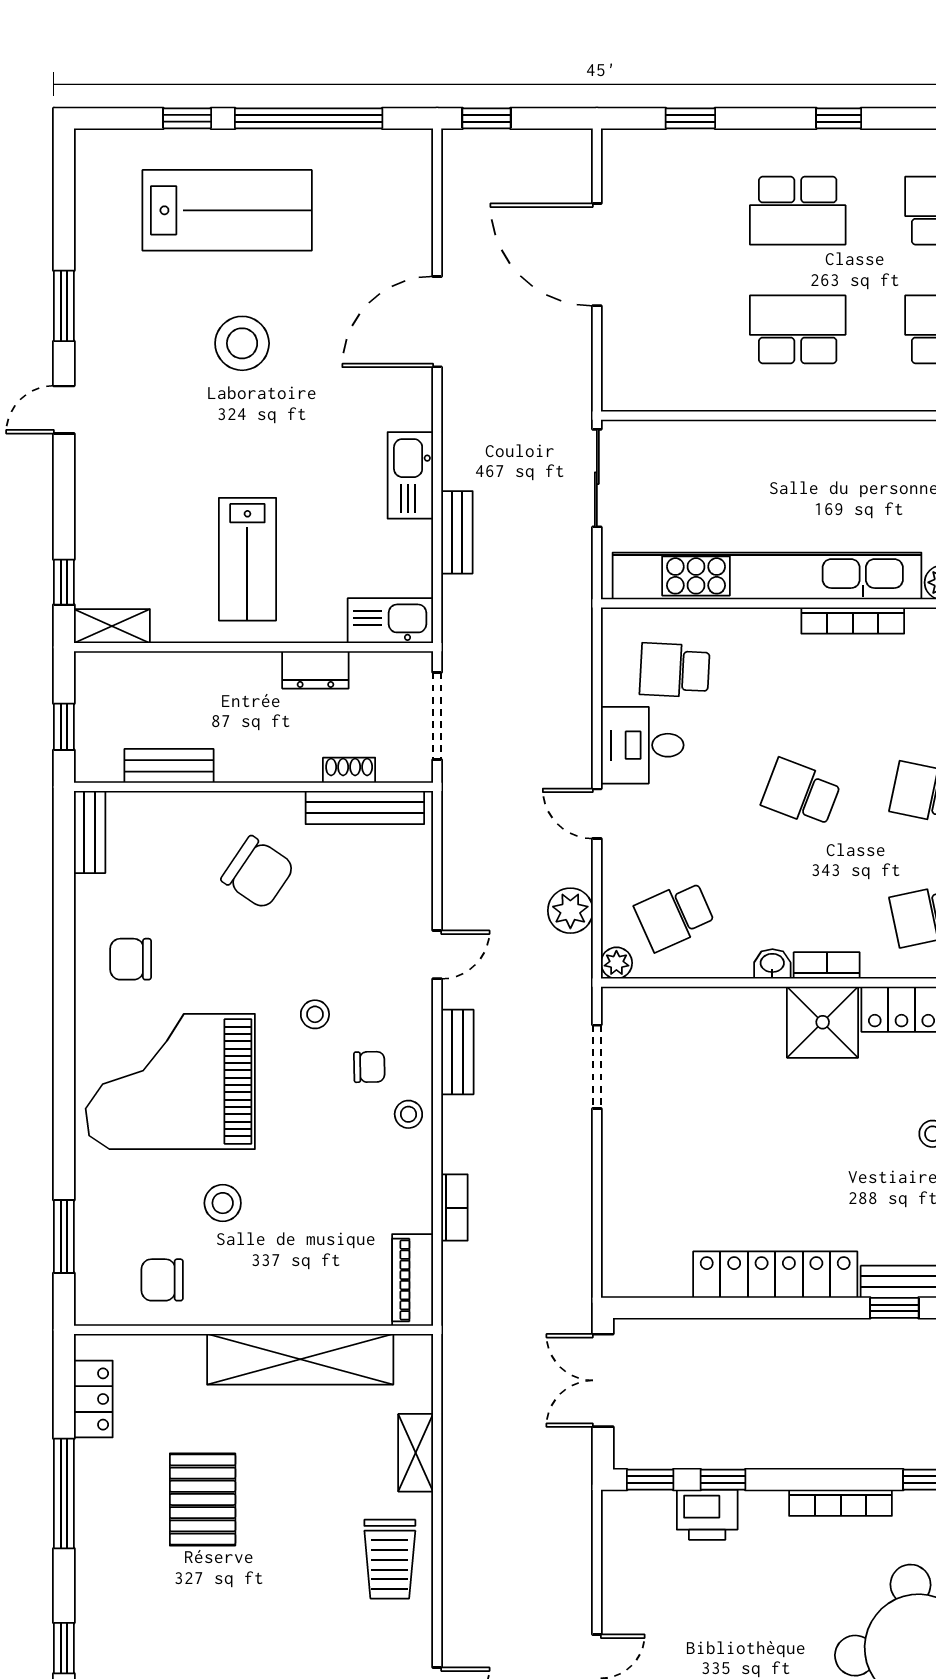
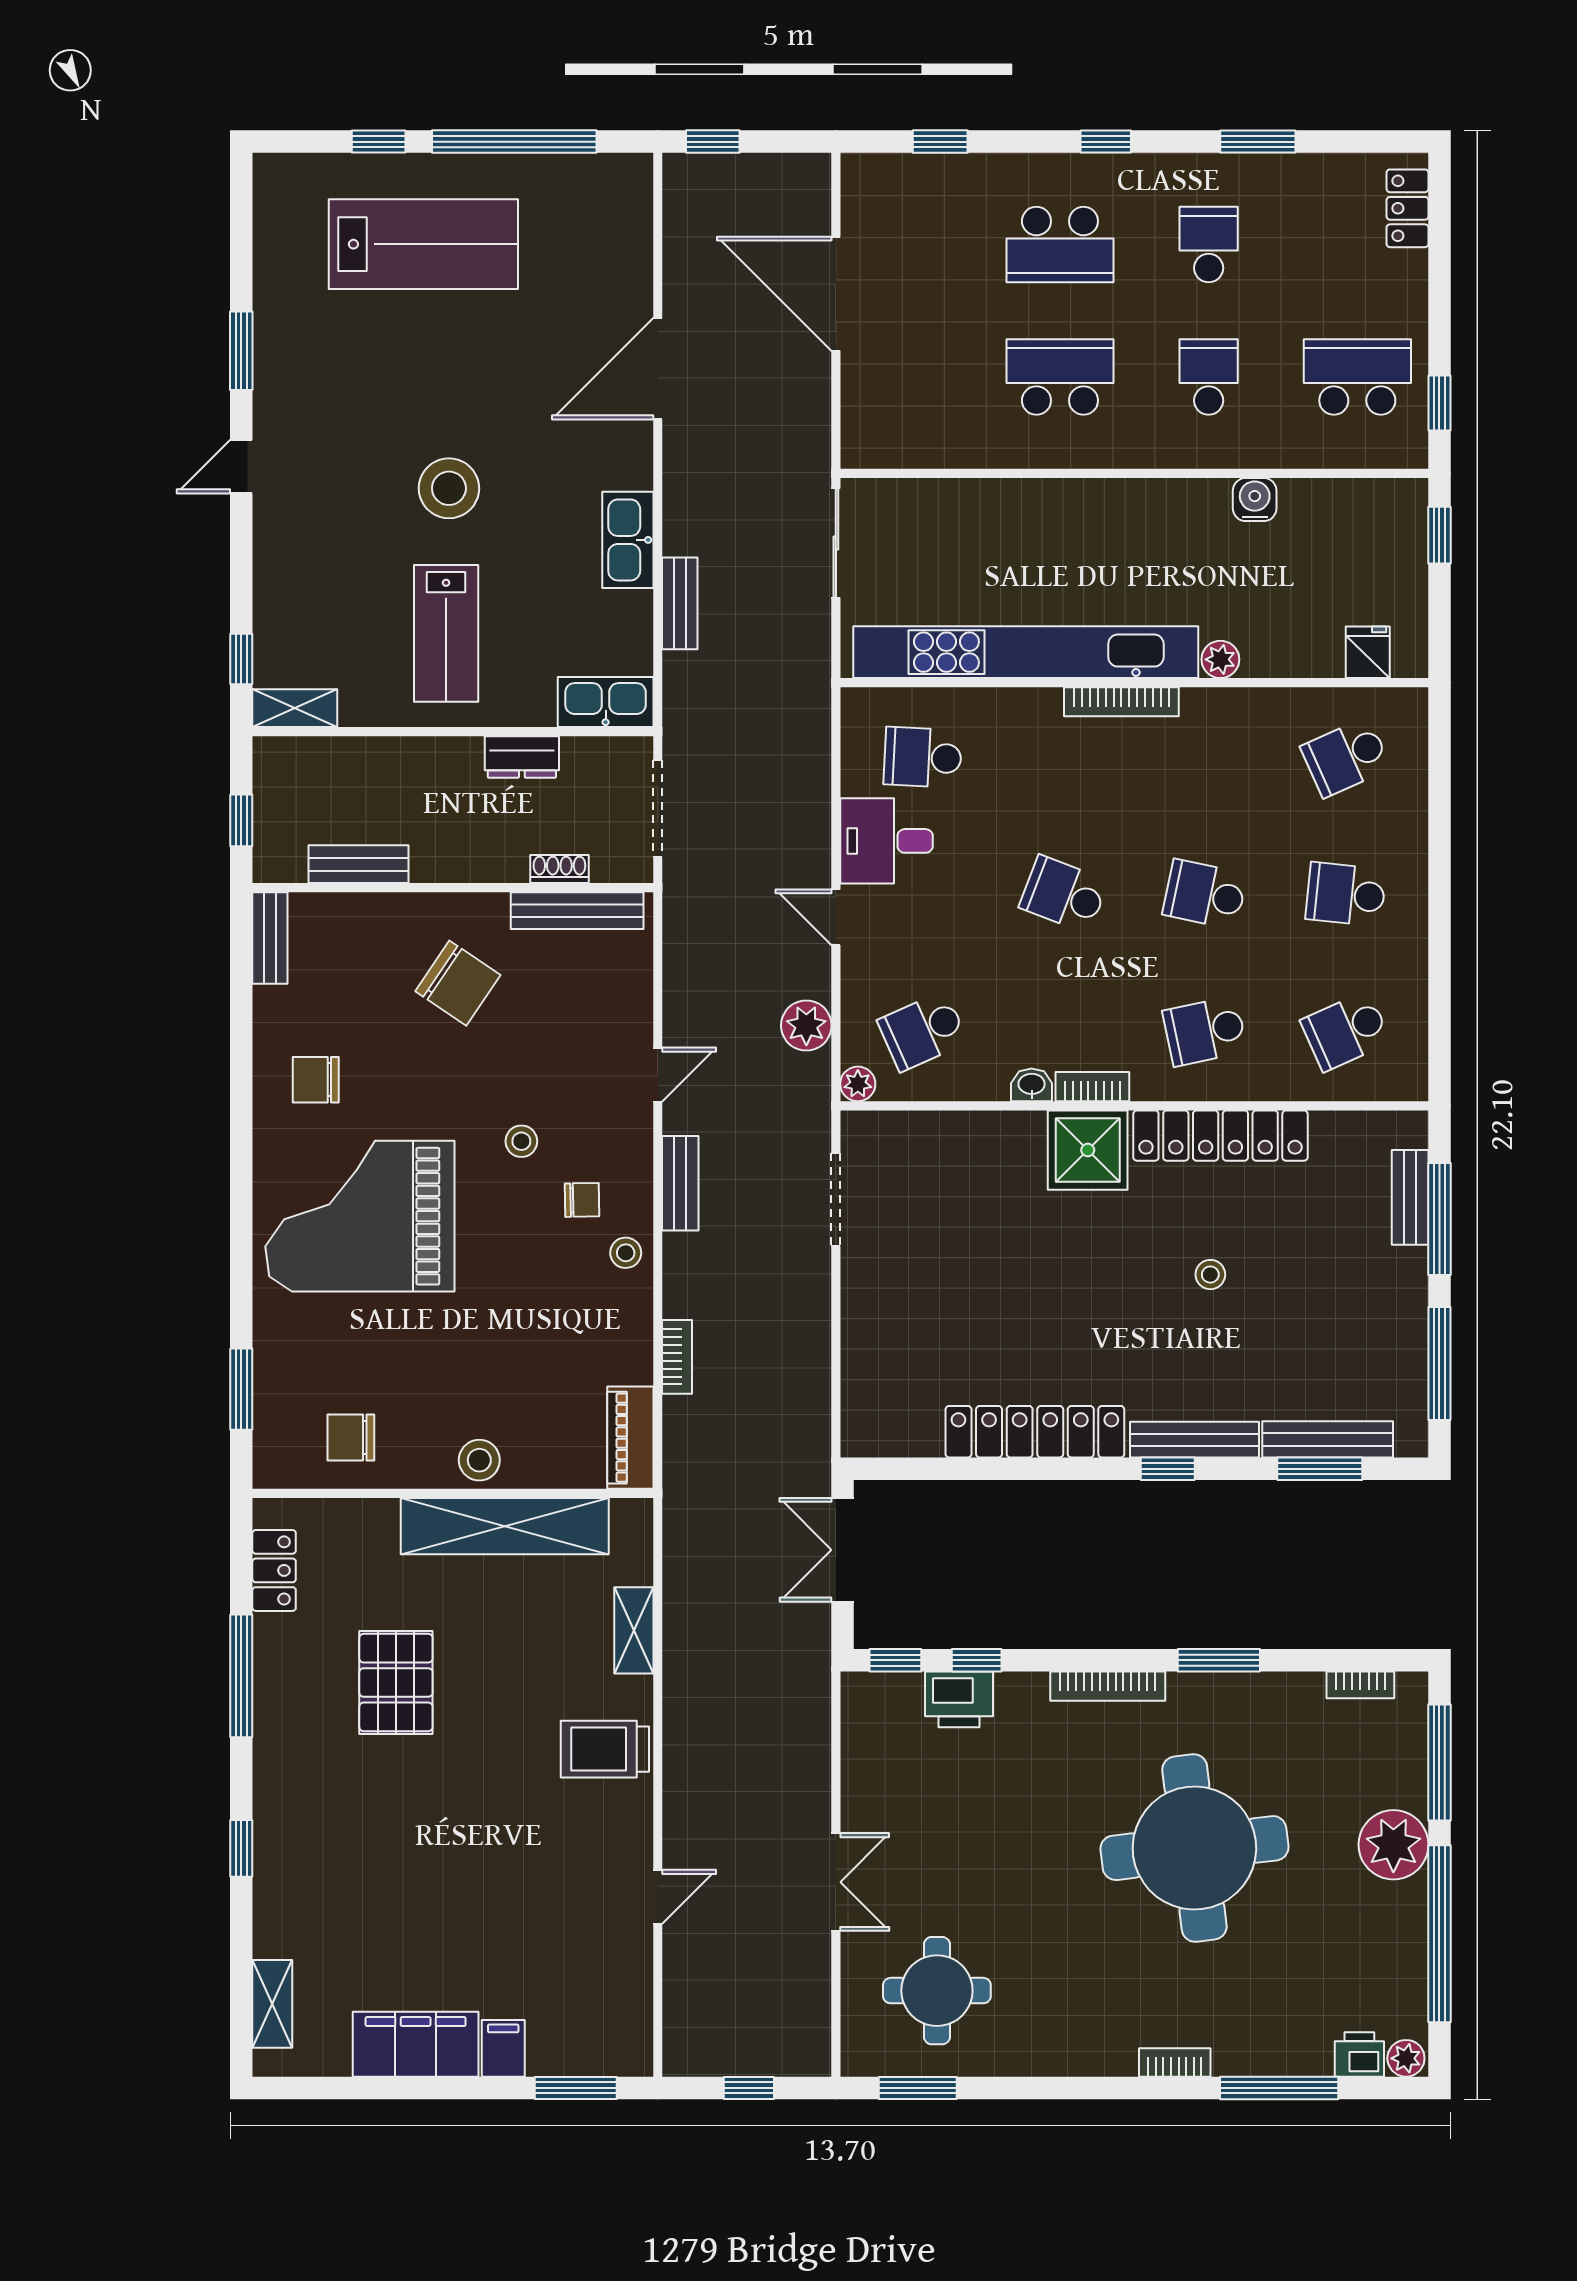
stool: (242, 343) -> (449, 488), moved
stool: (223, 1203) -> (479, 1460), moved
trolley: (390, 1559) -> (605, 1749), turned 90

